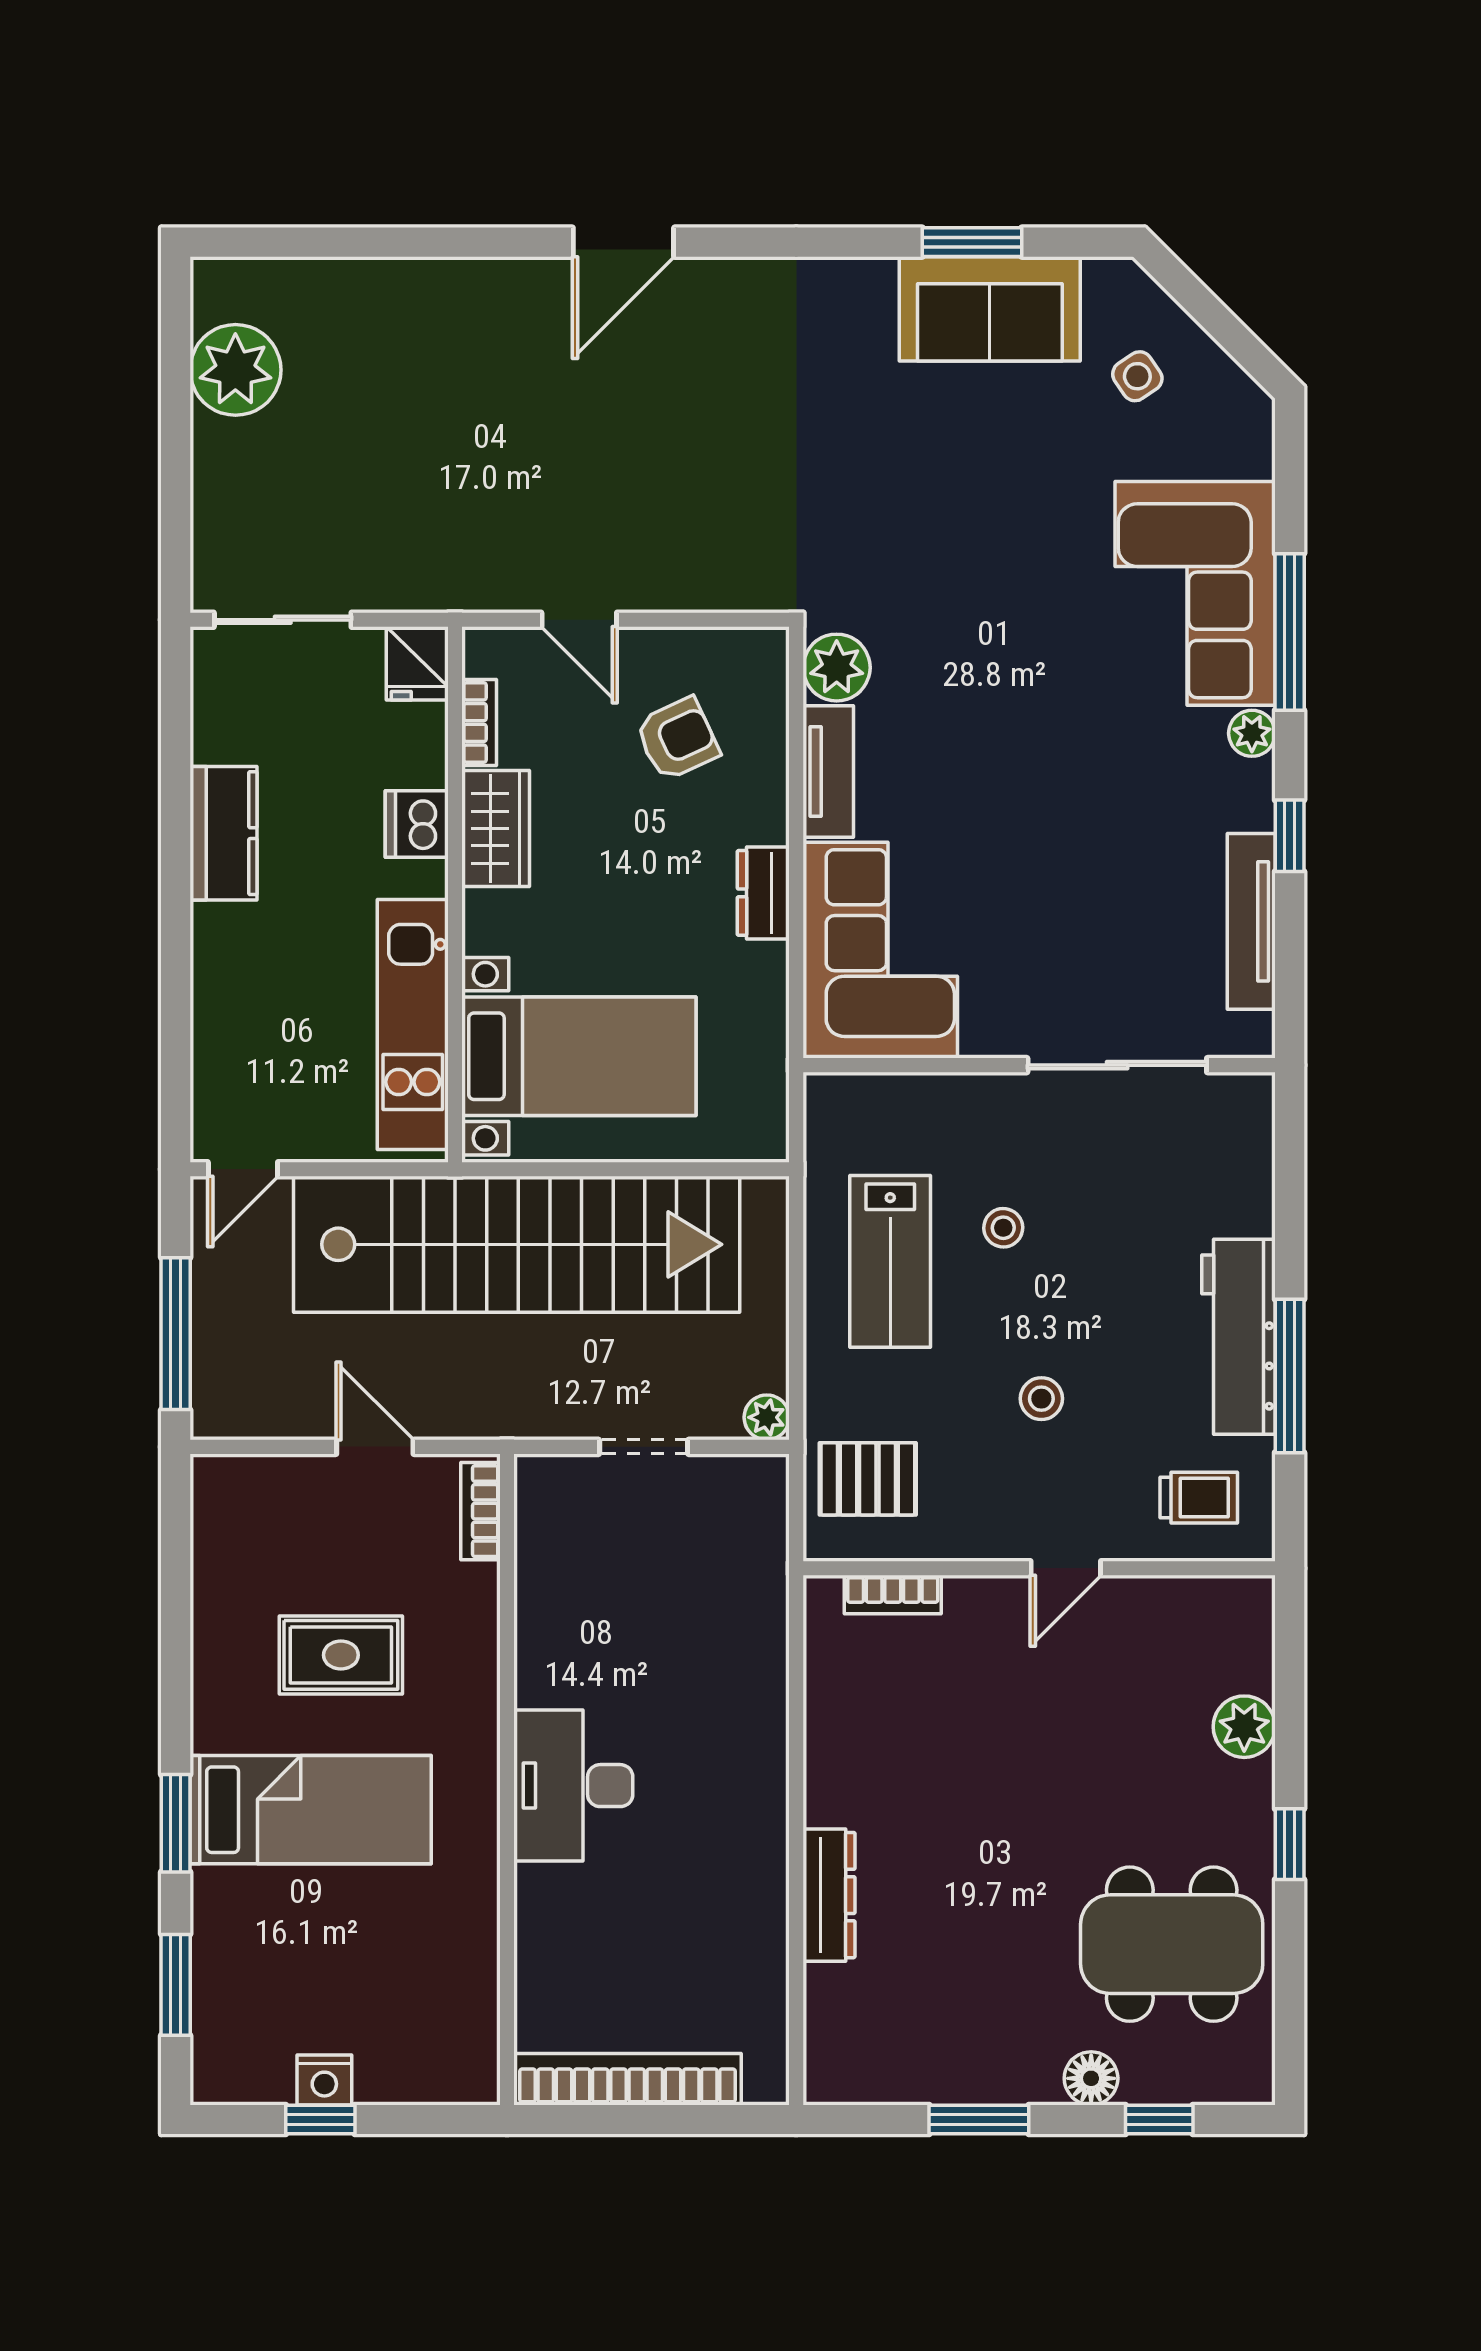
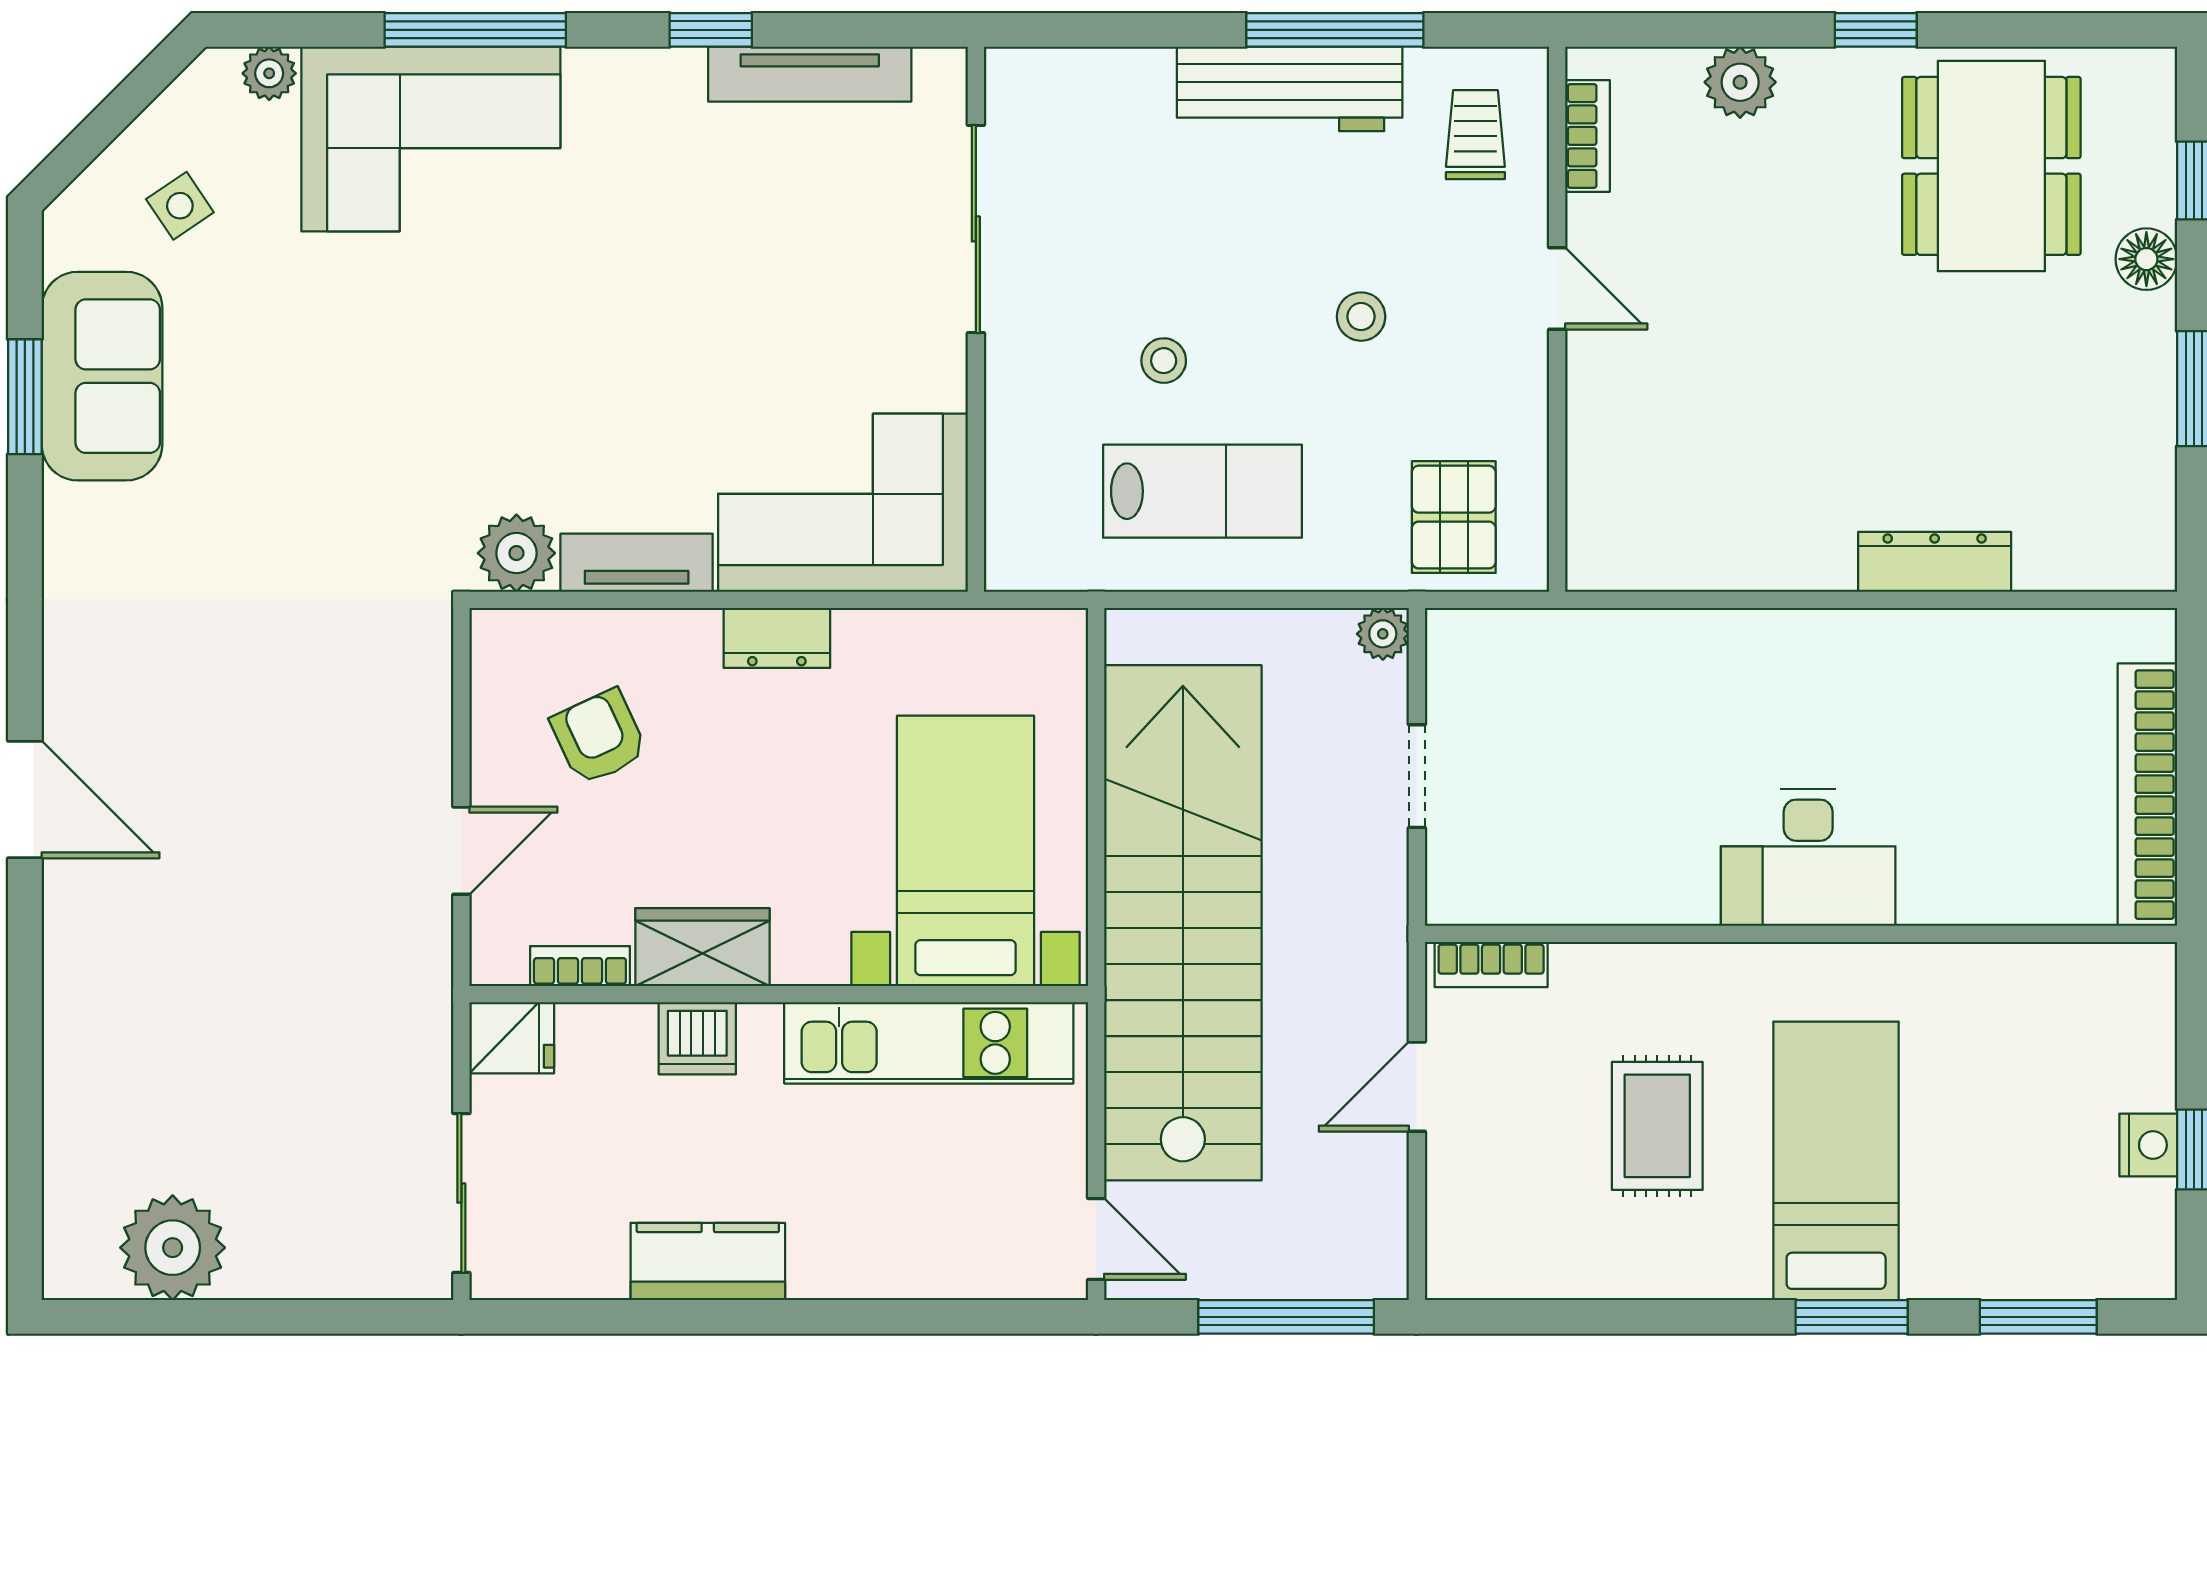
plant: (1252, 733) -> (269, 73), moved
bookcase: (893, 1595) -> (1587, 136), moved

